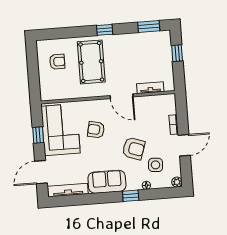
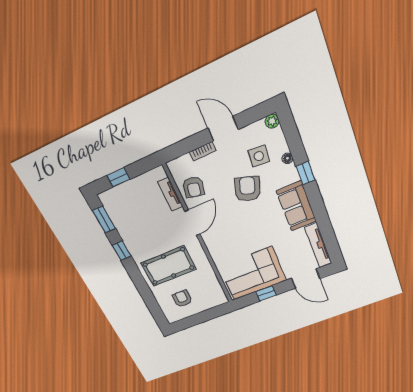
window: (105, 30) -> (122, 251), moved
armchair: (96, 130) -> (194, 187), moved

